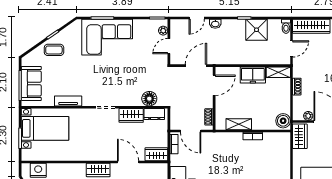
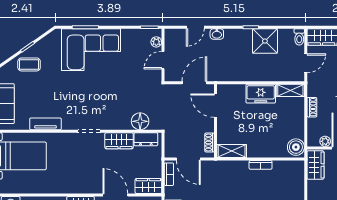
door: (214, 85) -> (216, 106), swing flipped
shelving: (239, 124) -> (232, 151), moved

